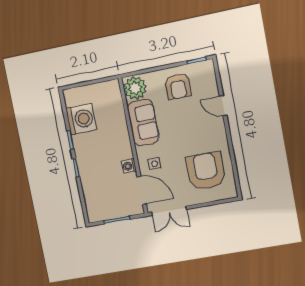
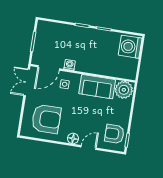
armchair: (178, 86) -> (114, 134), moved
washing machine: (81, 119) -> (130, 47), moved, turned 90
floor lamp: (219, 129) -> (73, 138), added

